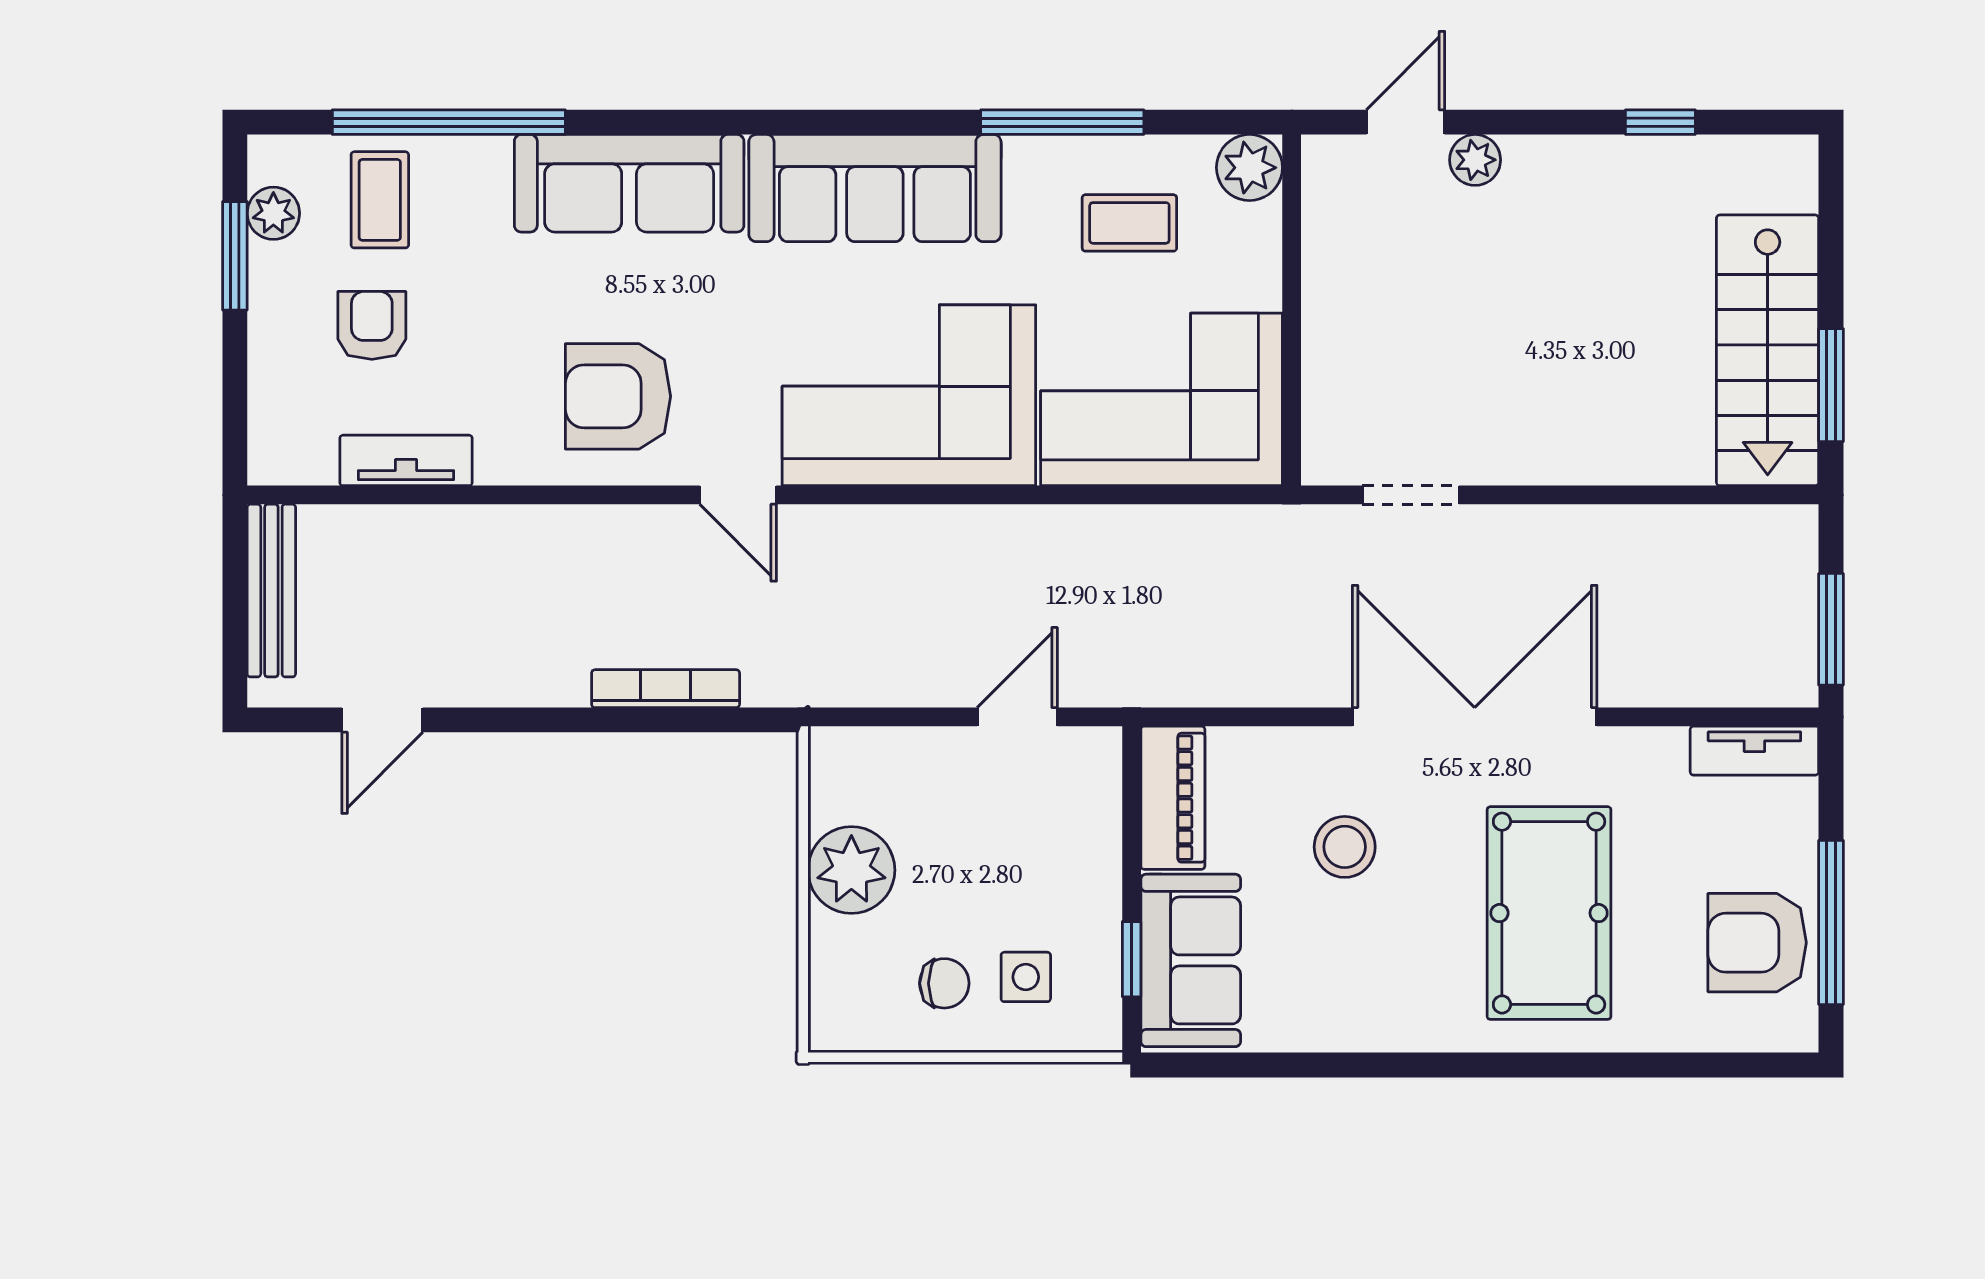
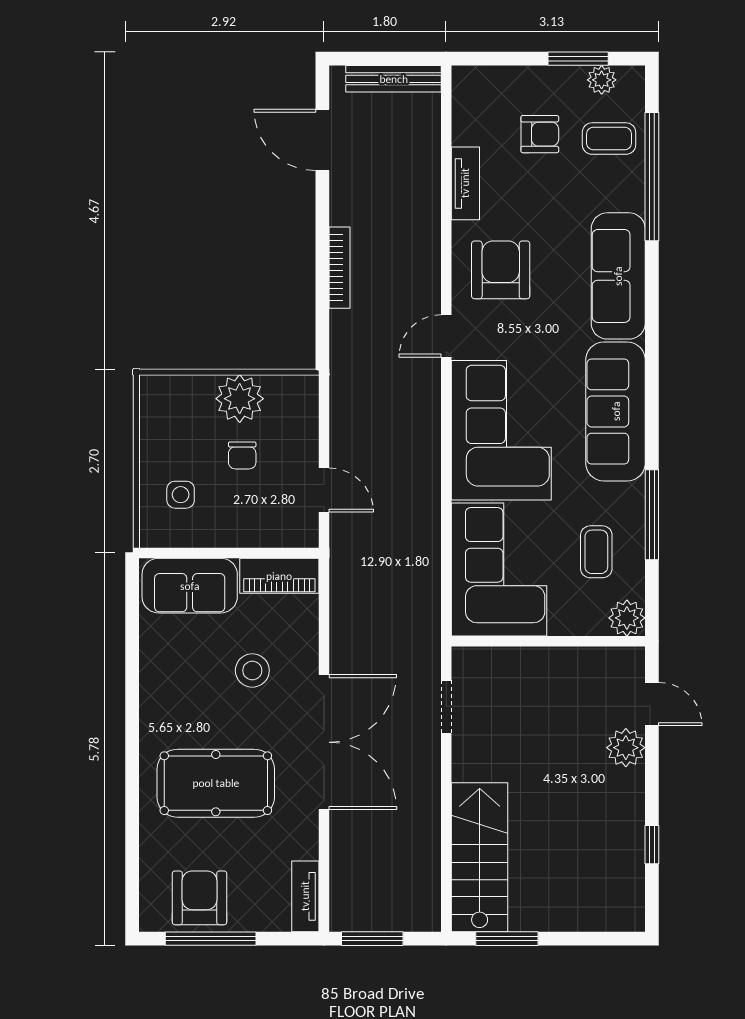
plant: (1475, 160) -> (626, 748), width x1.38, depth x1.38
stairs: (1768, 350) -> (480, 857), moved, turned 90
tv unit: (406, 460) -> (465, 183), moved
bookcase: (666, 689) -> (340, 268), moved
door: (382, 720) -> (322, 140), width x1.38
window: (1132, 959) -> (190, 553), removed
chair: (944, 983) -> (242, 455), moved

